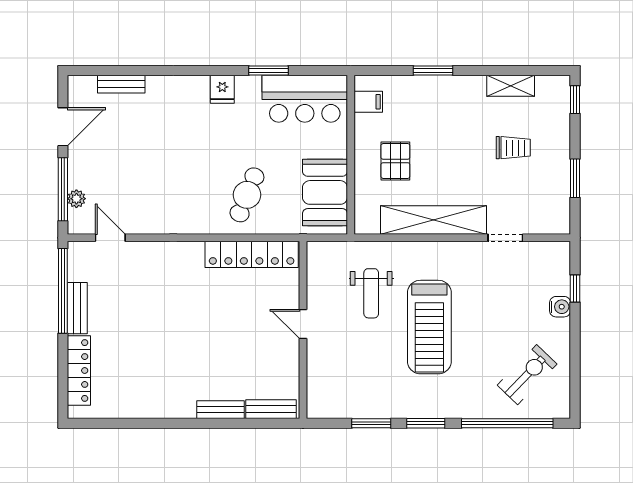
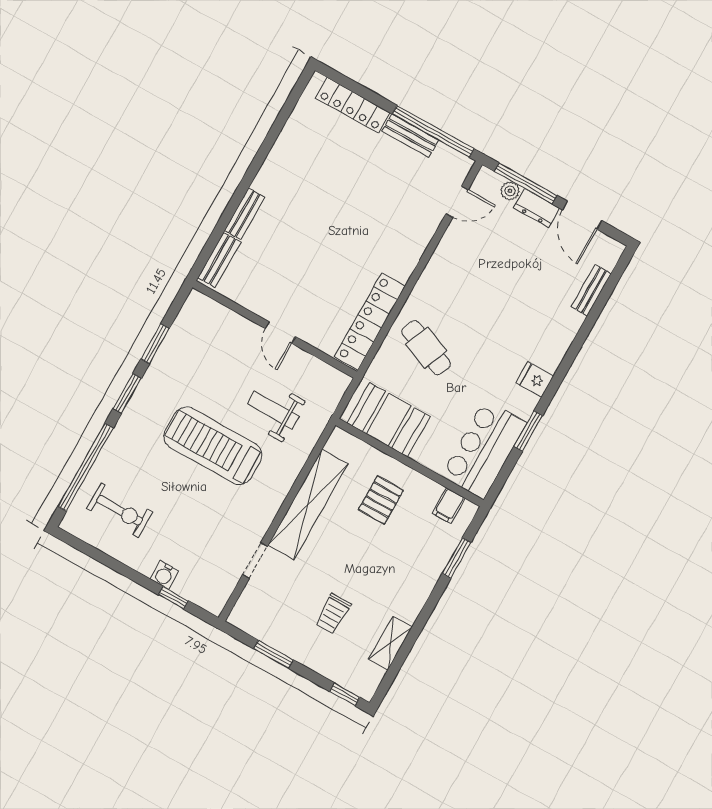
window: (433, 70) -> (457, 558), moved
pallet: (395, 161) -> (381, 500), turned 90
dresser: (78, 168) -> (537, 208), added
door: (303, 324) -> (280, 333), swing flipped
exercise bike: (527, 375) -> (120, 510), turned -44

